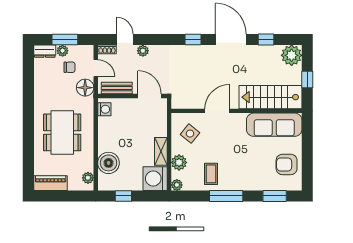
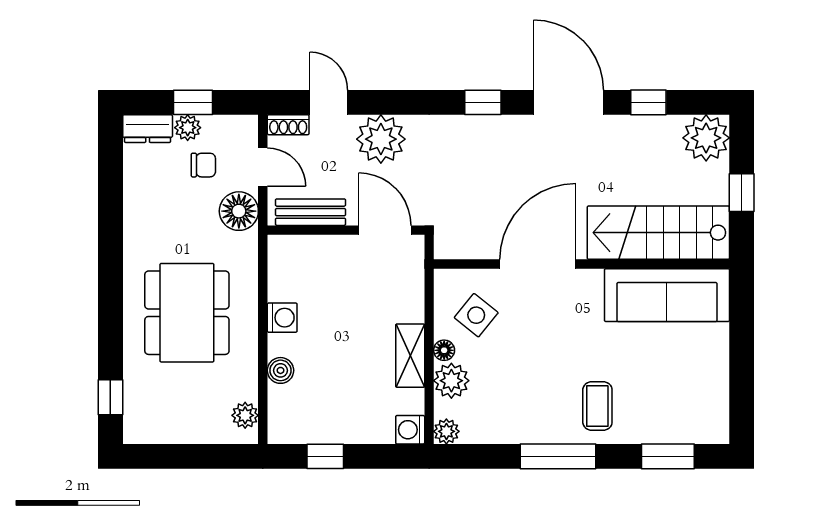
window: (65, 40) -> (193, 102), width x0.67
plant: (143, 51) -> (381, 139), width x1.87, depth x1.87
washing machine: (104, 109) -> (282, 318), moved
door: (217, 111) -> (538, 264), width x1.36
floor lamp: (176, 149) -> (444, 350), added
boiler: (109, 163) -> (281, 370), width x0.54, depth x0.54
armchair: (287, 164) -> (695, 385), removed
window: (28, 170) -> (110, 397), added
coffee table: (211, 174) -> (597, 406), moved
washing machine: (155, 179) -> (410, 430), width x0.53, depth x0.53
piano: (51, 183) -> (160, 427), removed

